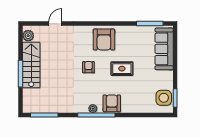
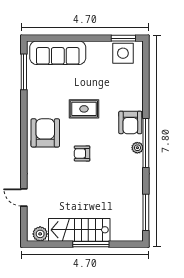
armchair: (104, 39) -> (45, 133), turned -90
rug: (122, 69) -> (84, 109), turned 90
armchair: (112, 103) -> (130, 122), turned -90

